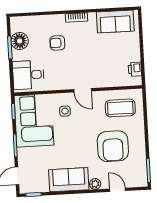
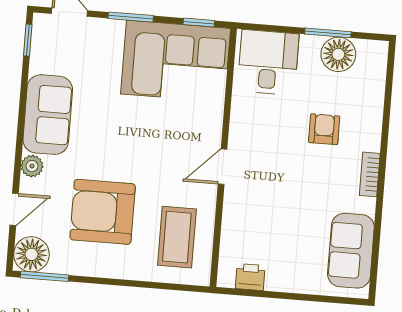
side table: (65, 111) -> (186, 126), removed
floor lamp: (139, 178) -> (31, 254), added

